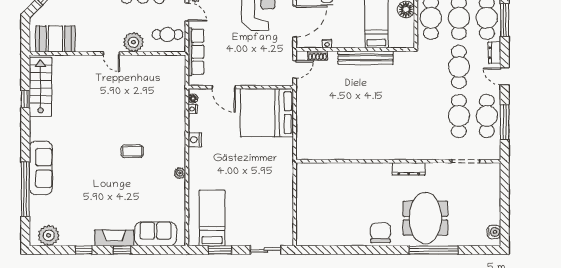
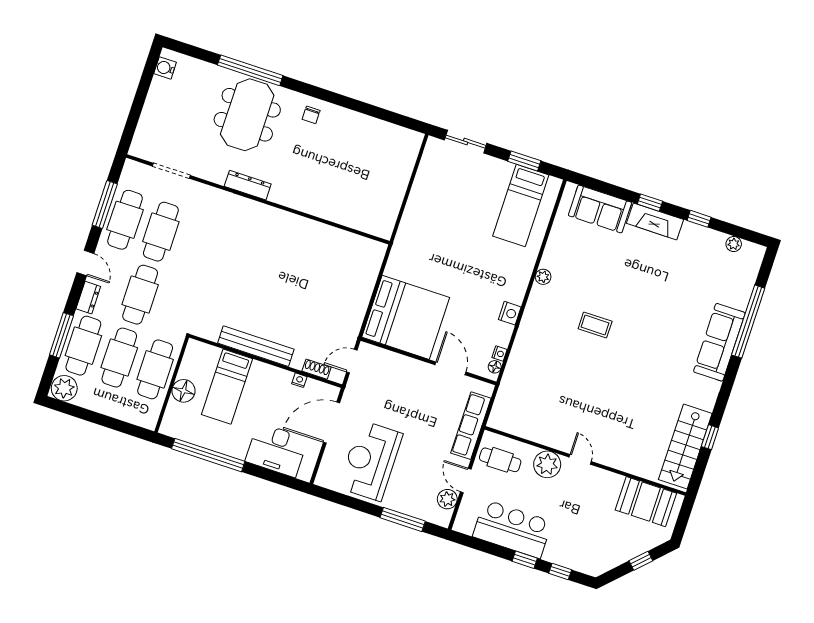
chair: (380, 233) -> (311, 115), width x0.54, depth x0.54
plant: (49, 235) -> (734, 244), width x0.53, depth x0.53

